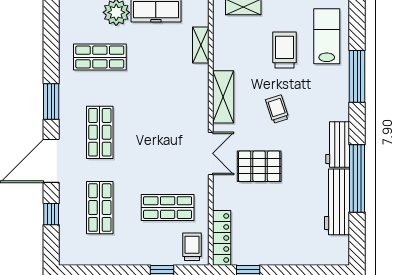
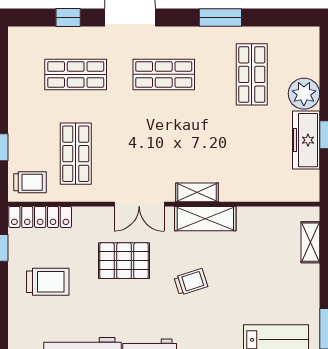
shelving: (201, 45) -> (197, 192), moved
trolley: (285, 50) -> (48, 282), moved
window: (51, 102) -> (220, 18), moved
pallet: (259, 166) -> (124, 261), turned 90

